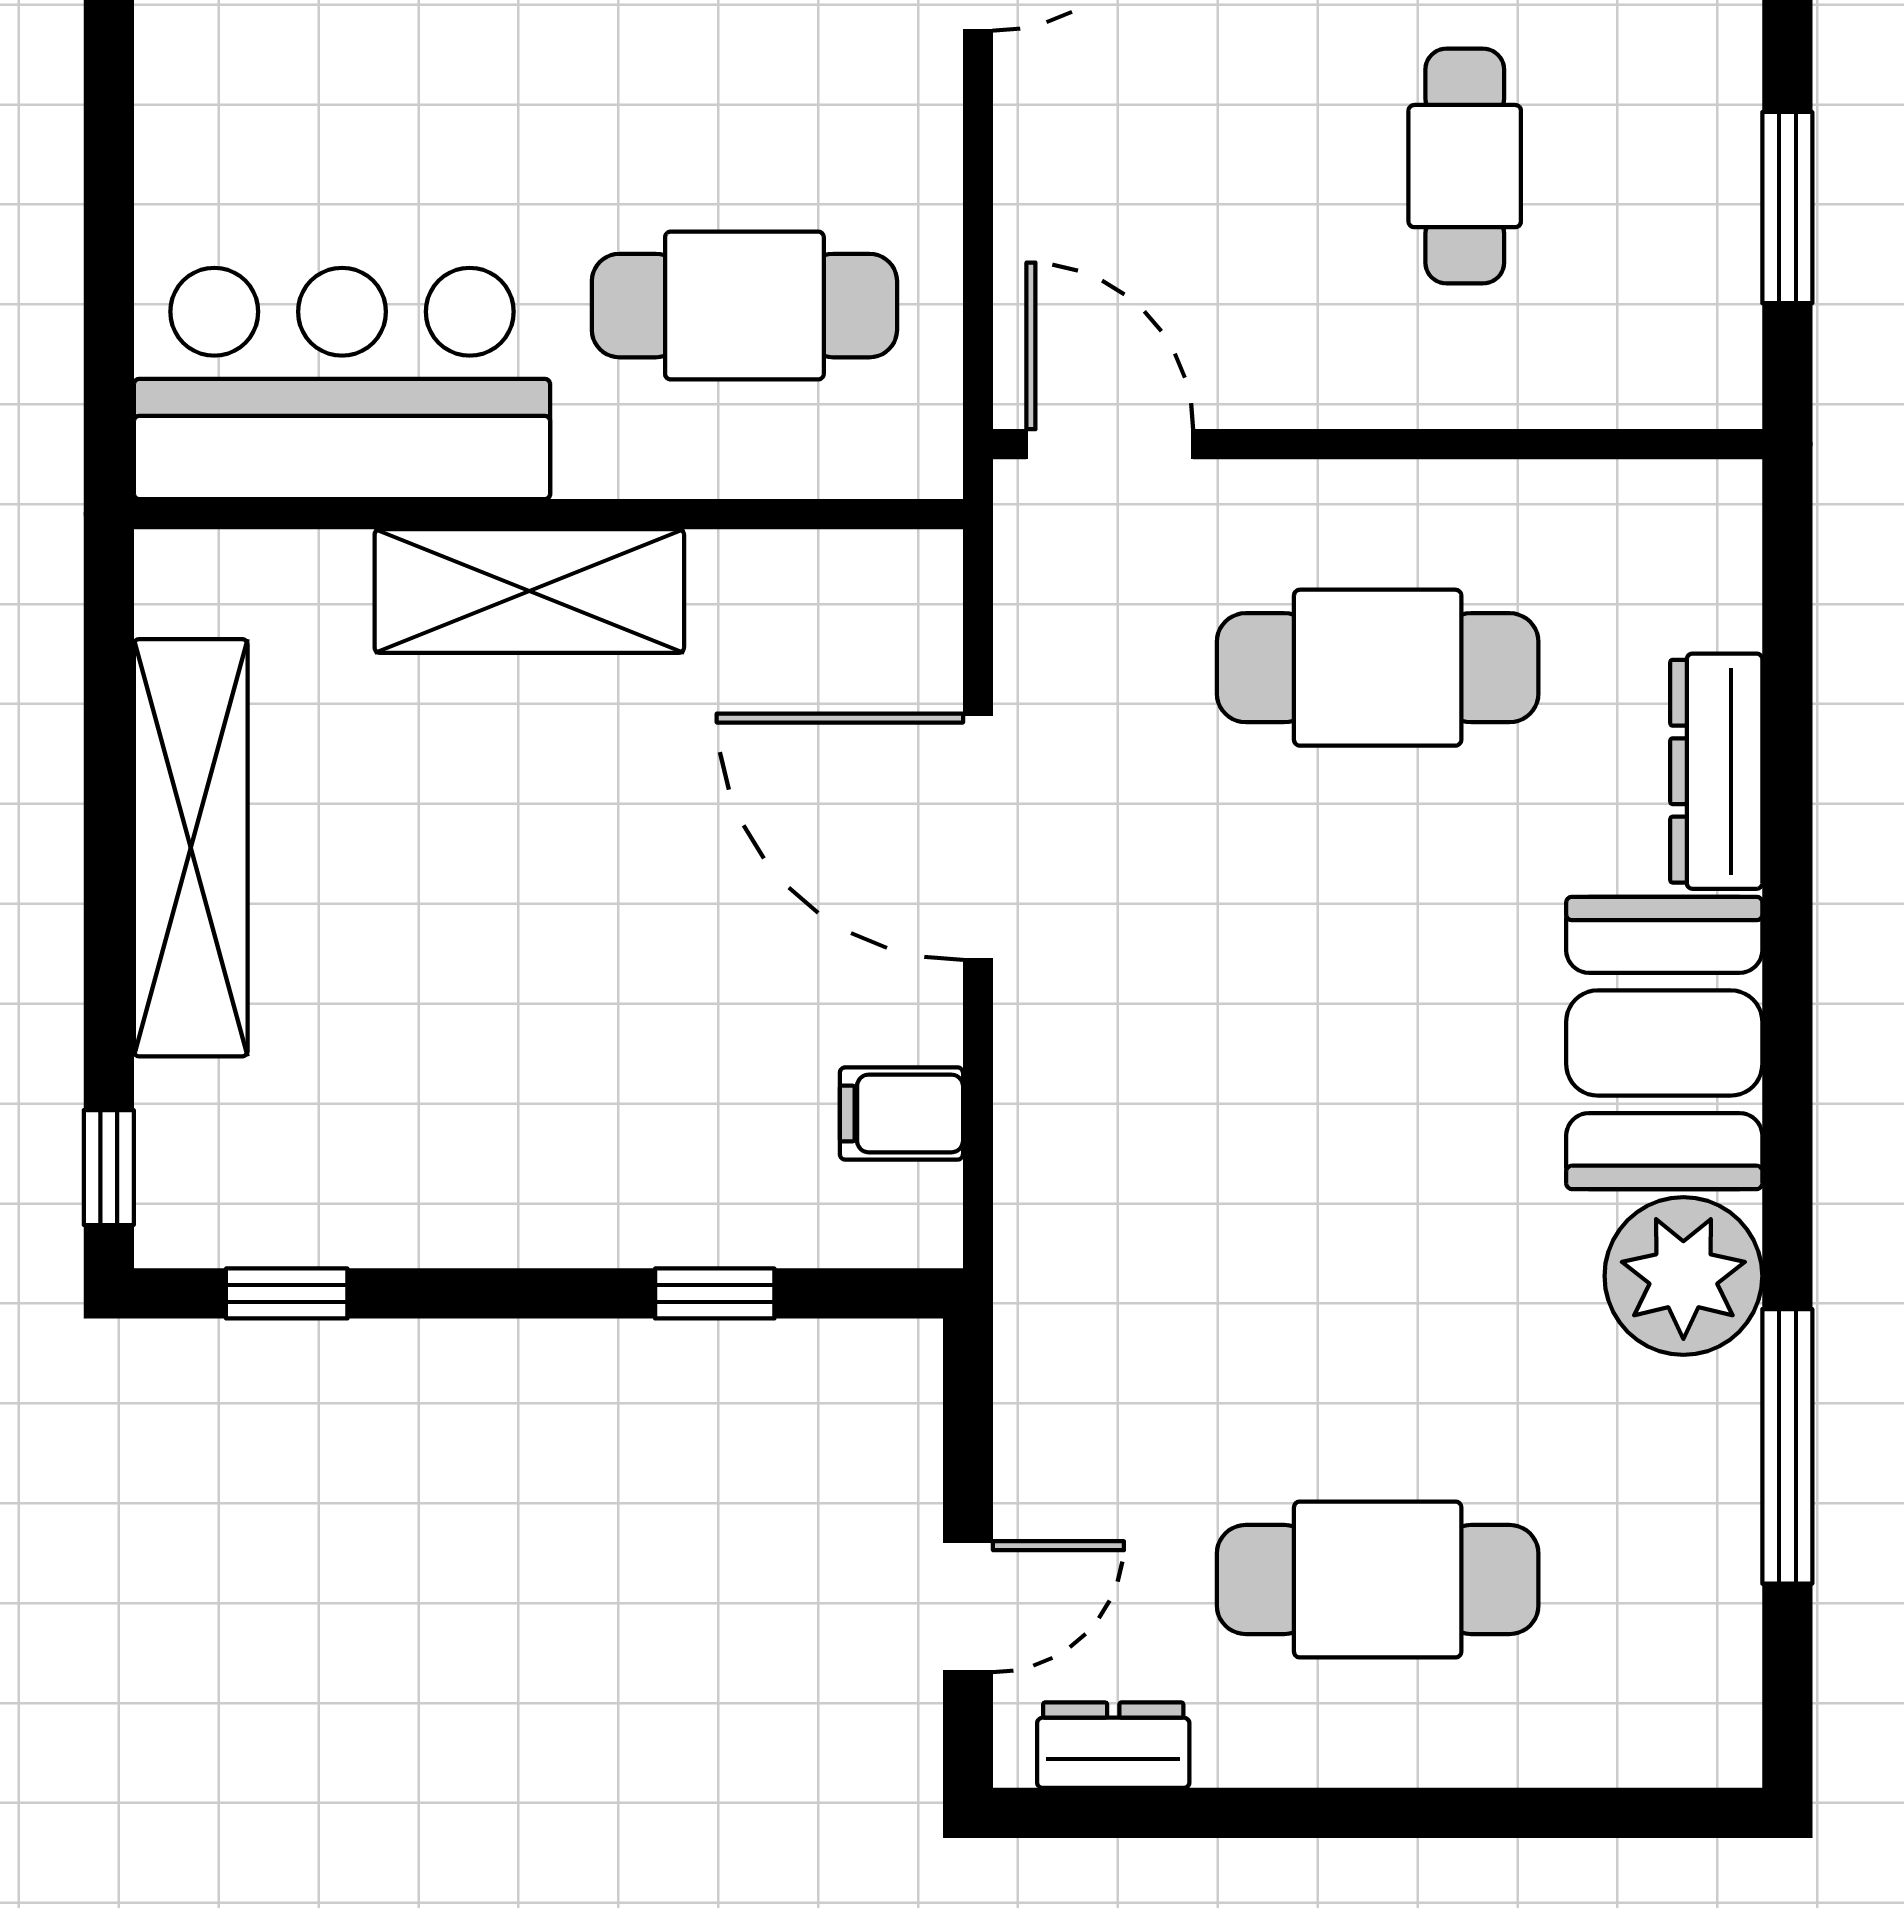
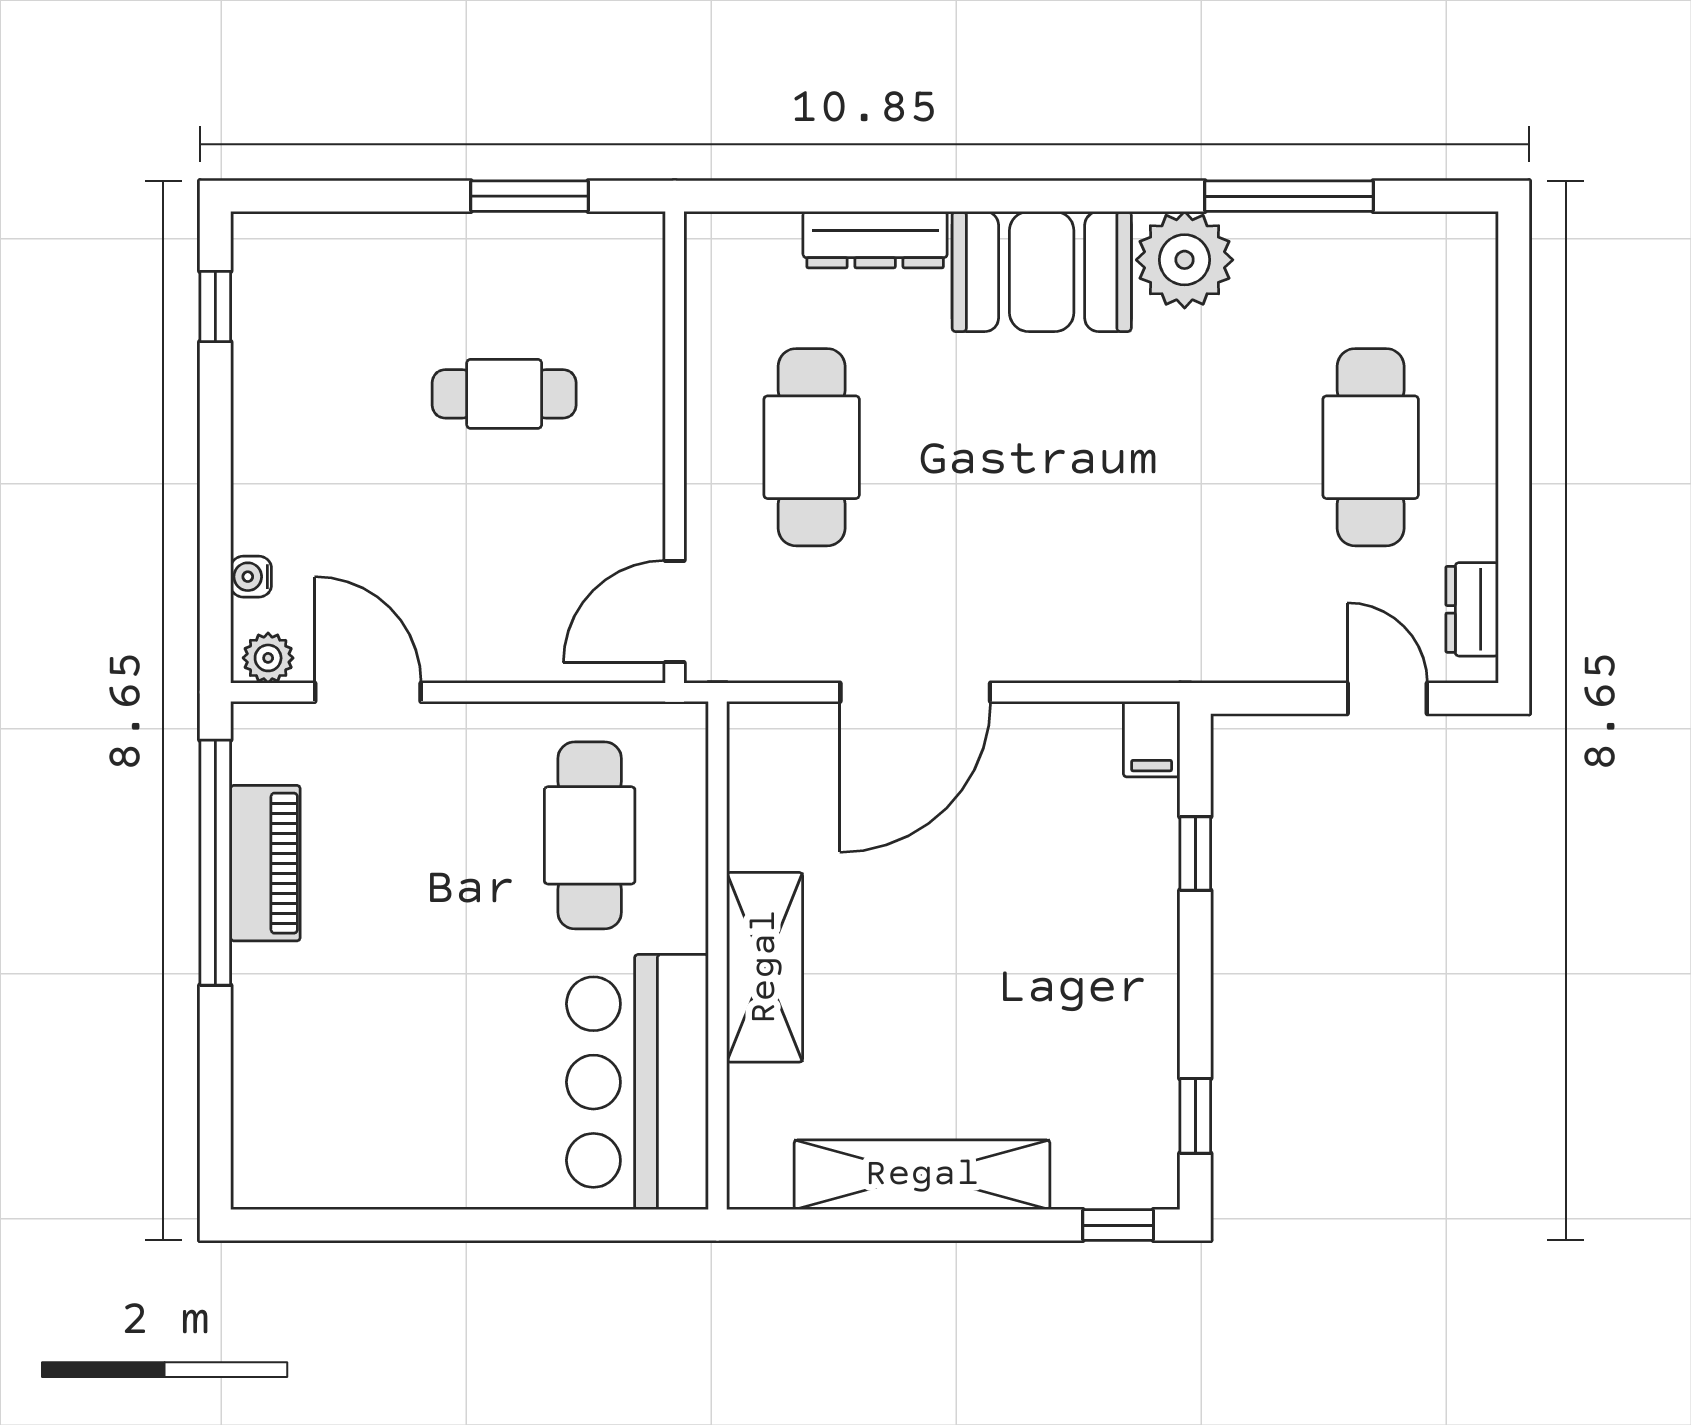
filing cabinet: (901, 1113) -> (1152, 739), moved

